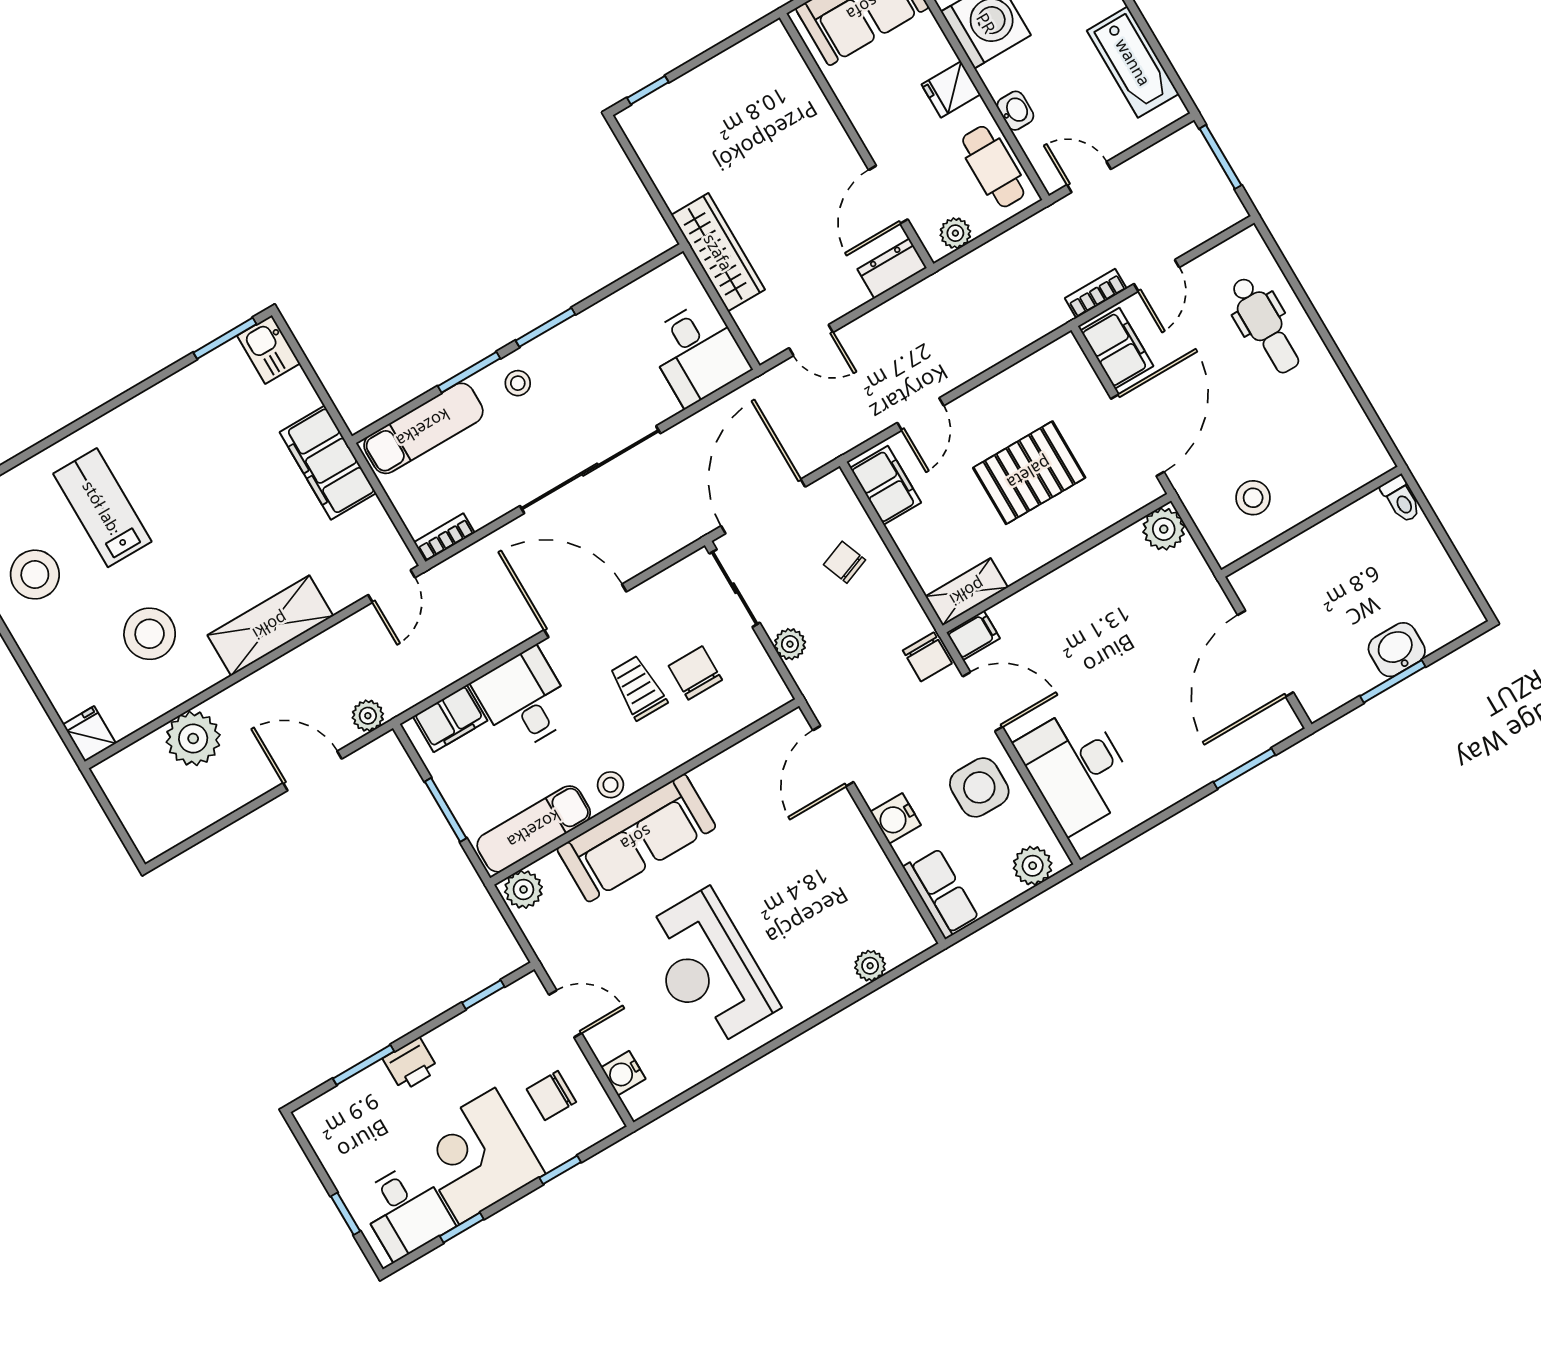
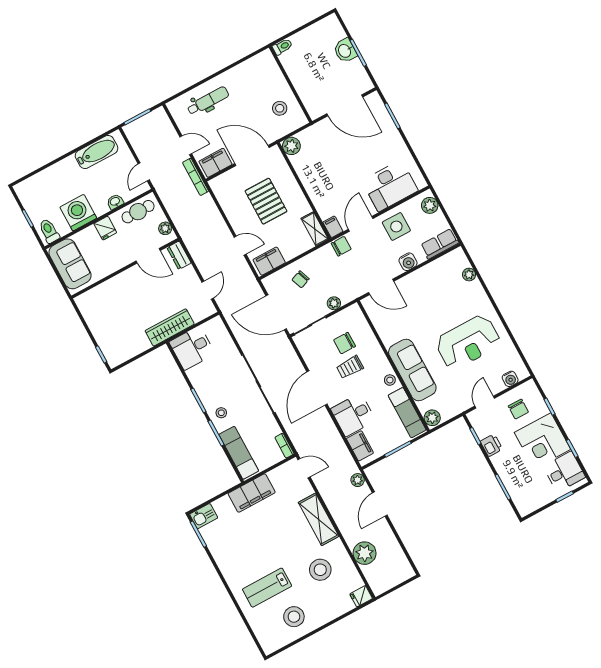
bookcase: (1096, 293) -> (196, 177), width x1.56
desk: (697, 353) -> (192, 348), moved, turned 180
printer: (411, 1064) -> (491, 445), moved

